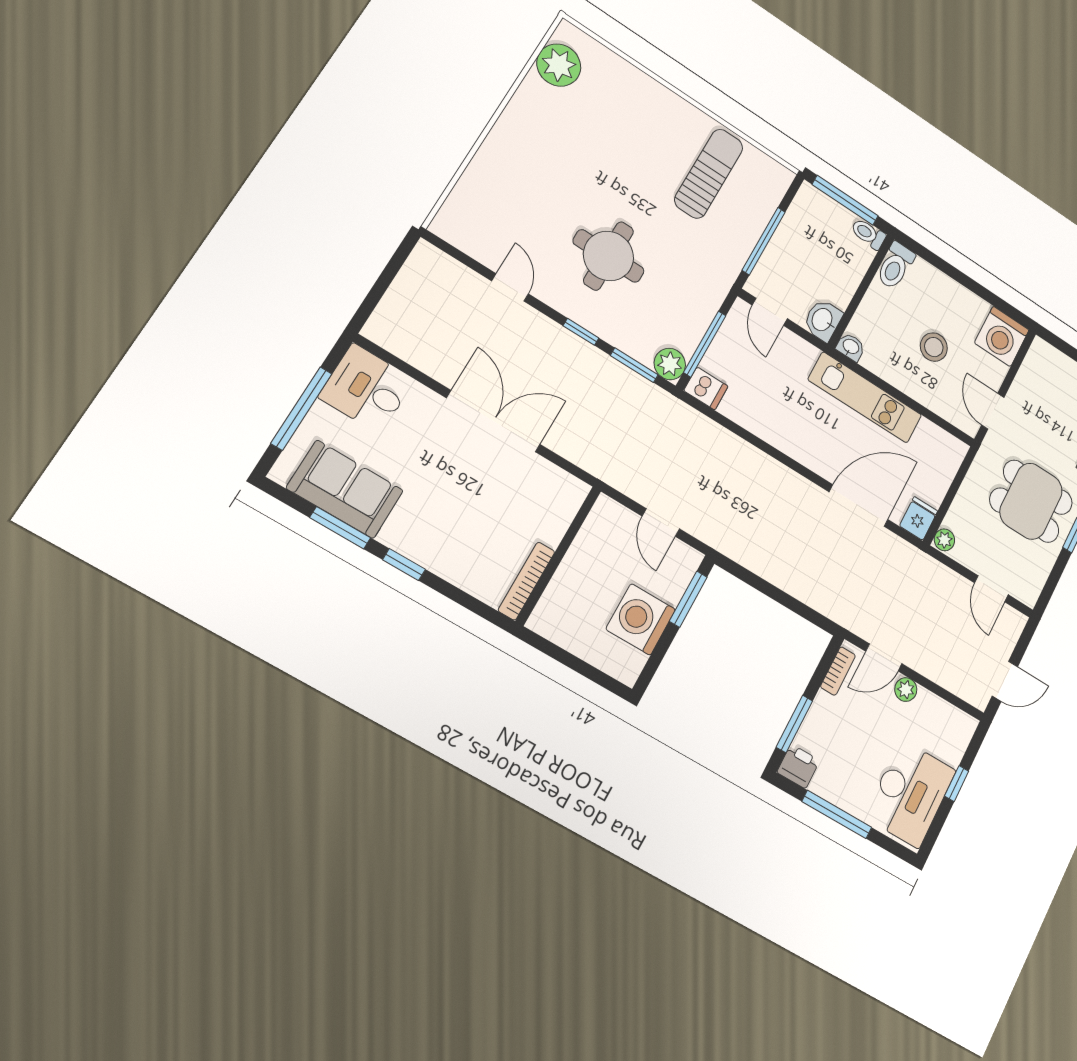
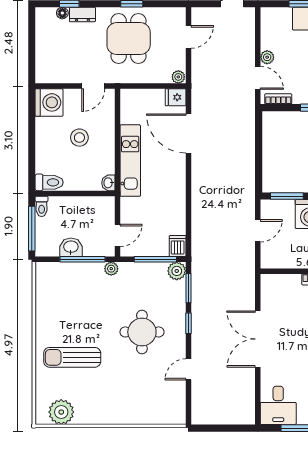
sun lounger: (709, 174) -> (72, 357), moved
plant: (727, 272) -> (111, 269), added
washbasin: (823, 320) -> (71, 247), moved, turned 180

